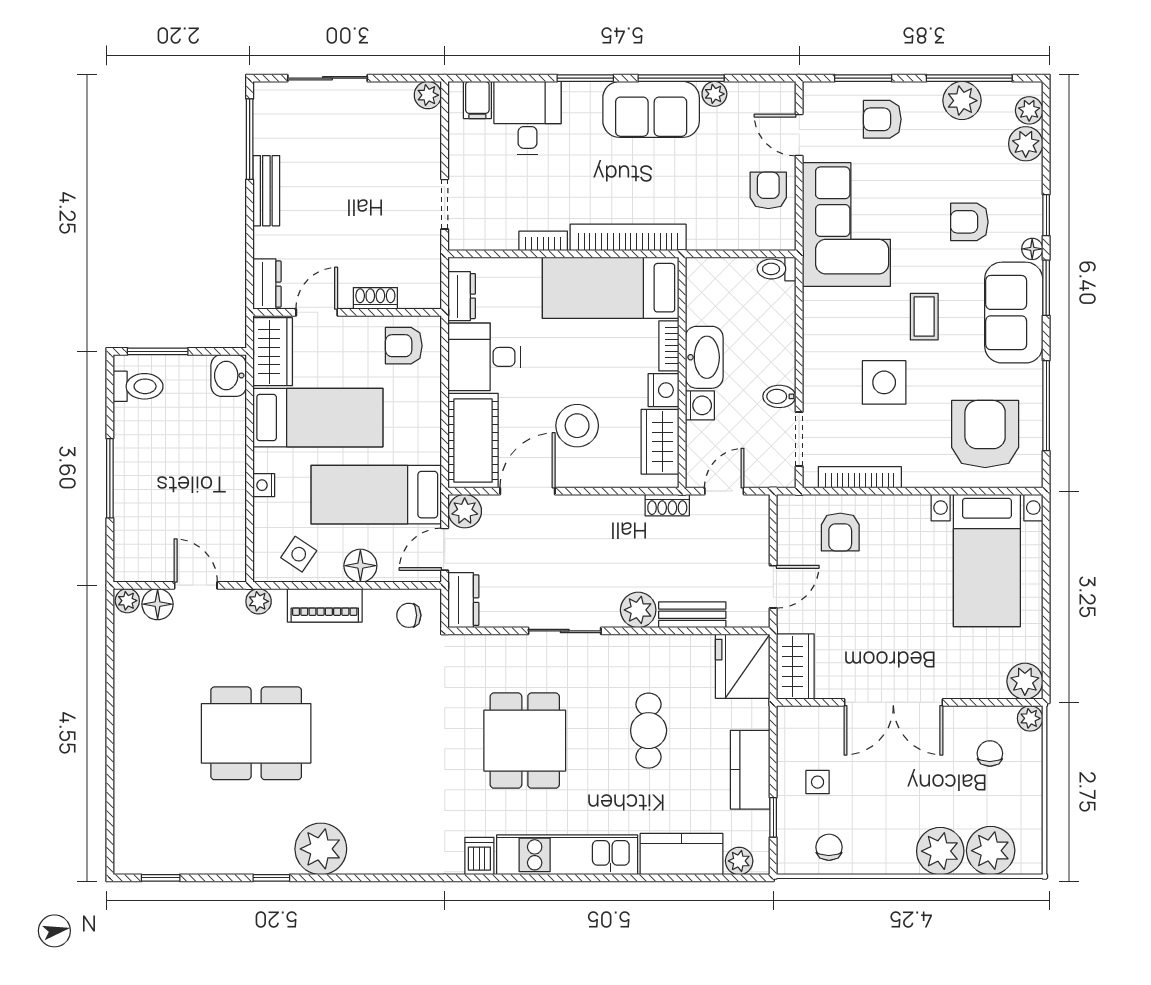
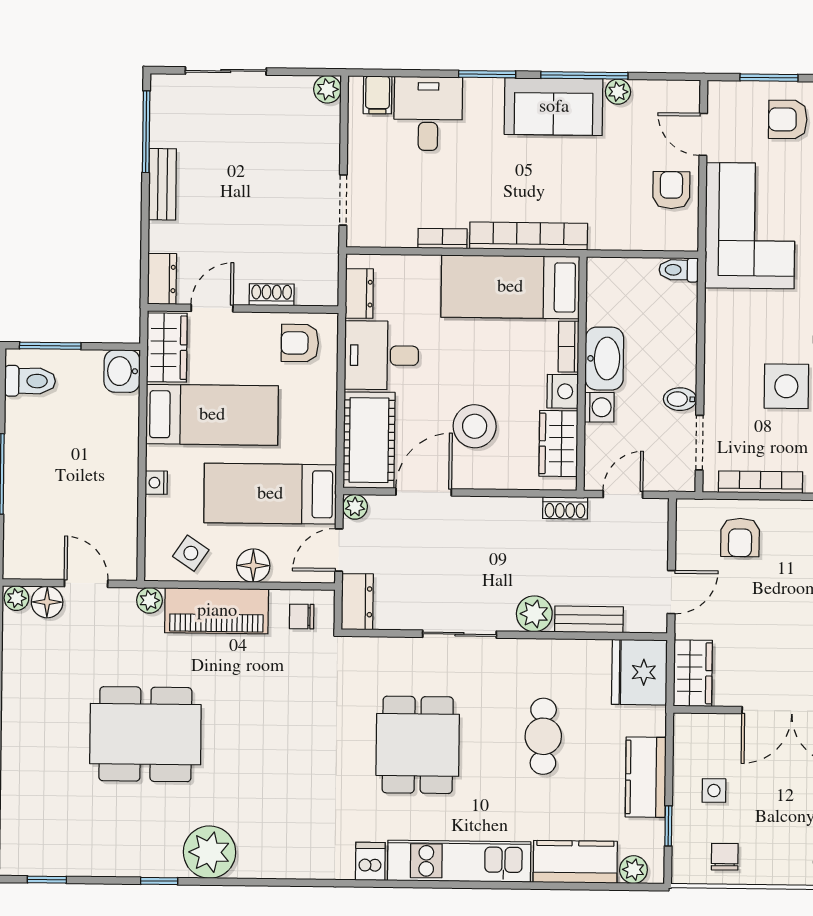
plant: (465, 511) -> (355, 507), width x0.73, depth x0.73
piano: (325, 605) -> (217, 611), width x1.37, depth x1.33

